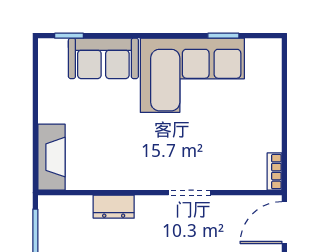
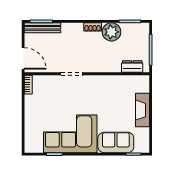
fireplace: (51, 157) -> (142, 110), moved
dresser: (114, 207) -> (132, 67), moved
door: (284, 223) -> (23, 58), hinge flipped

